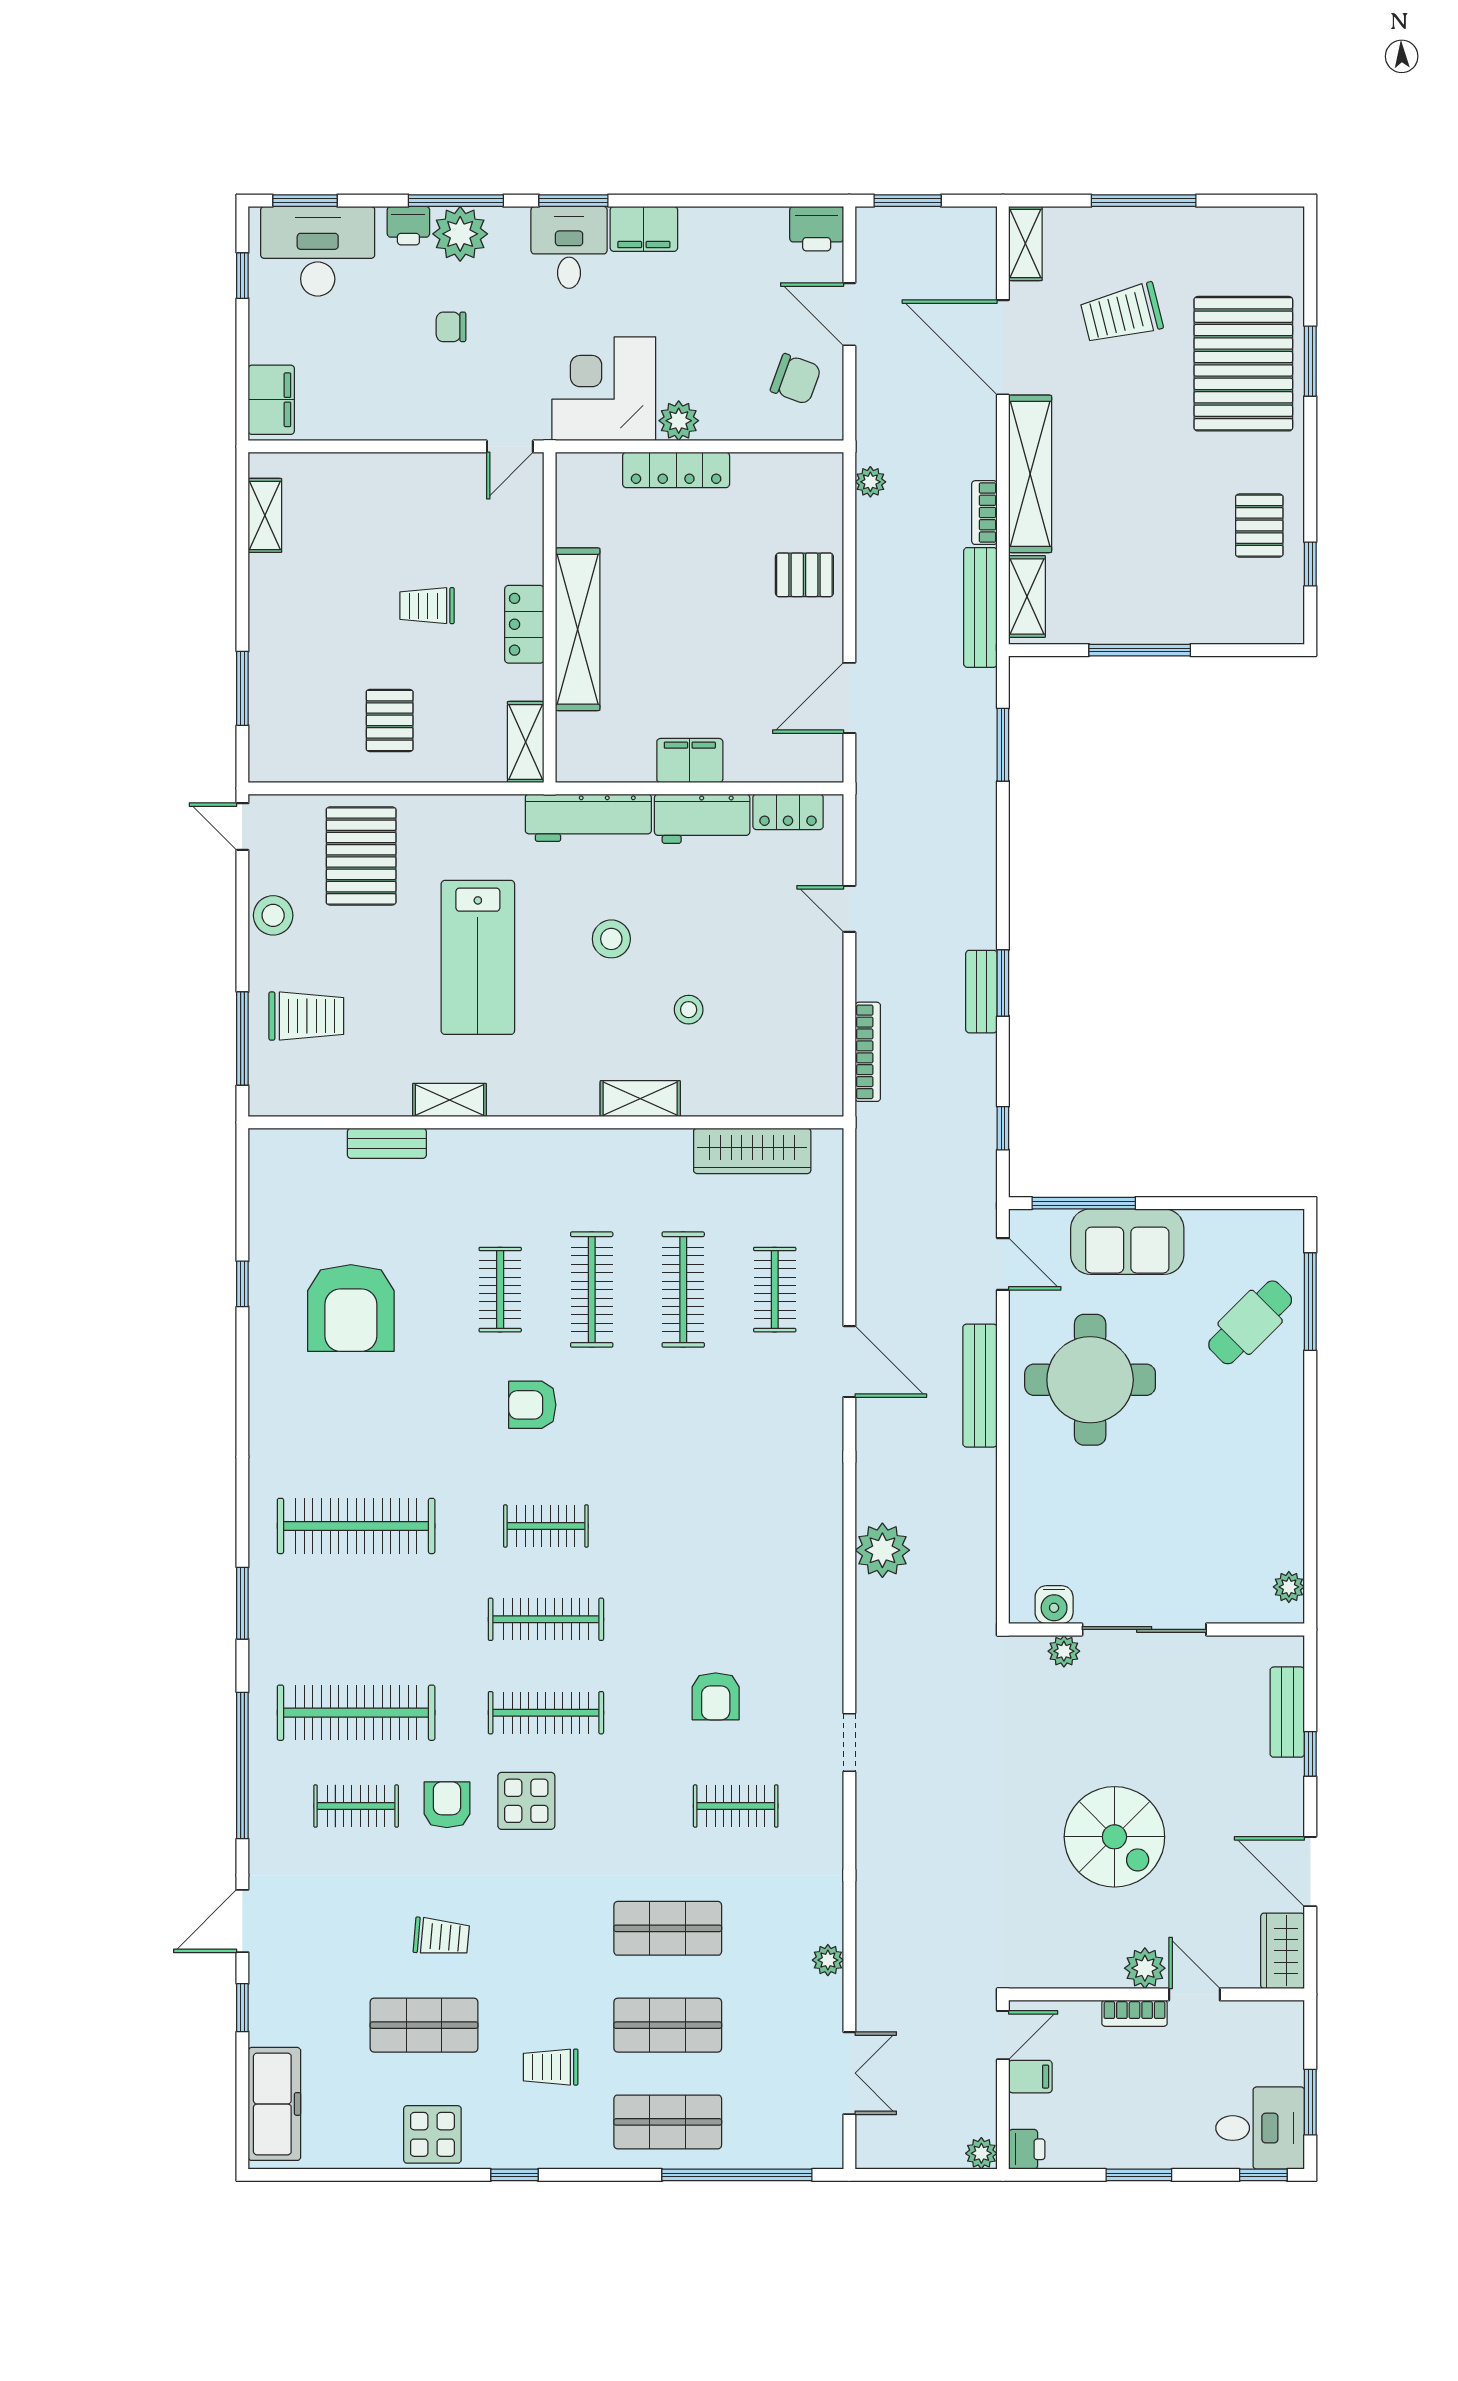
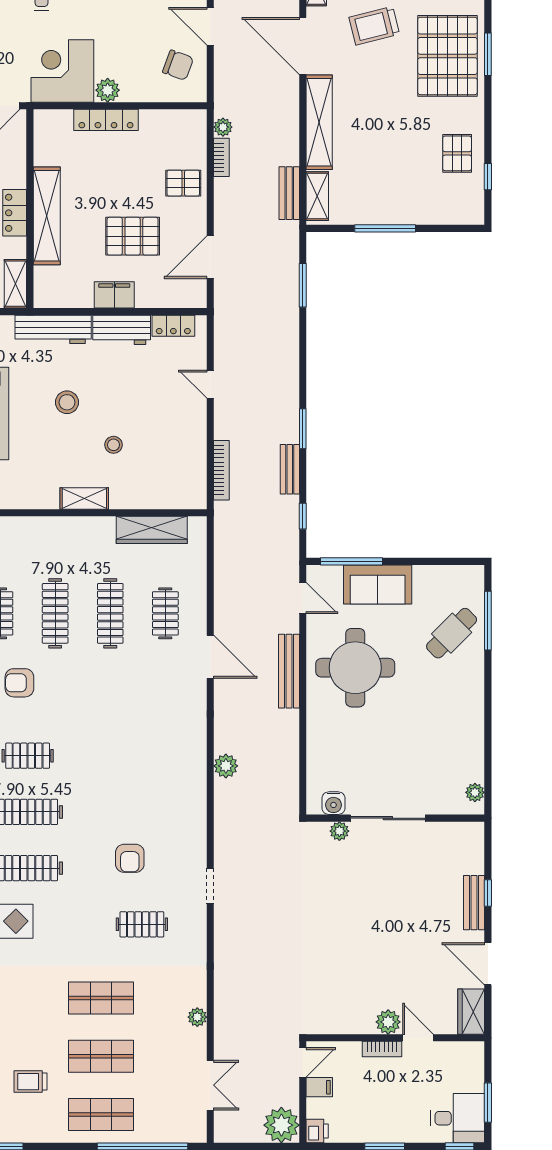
bookcase: (984, 513) -> (221, 157), moved, turned 180
bench: (980, 607) -> (289, 193), width x0.73
pallet: (720, 663) -> (133, 236), added
bench: (981, 992) -> (290, 469), moved
plant: (882, 1550) -> (226, 766), width x0.73, depth x0.73
bench: (1287, 1712) -> (474, 903), moved
spiral stairs: (1114, 1837) -> (370, 943), removed
plant: (981, 2153) -> (281, 1125), width x1.88, depth x1.88

